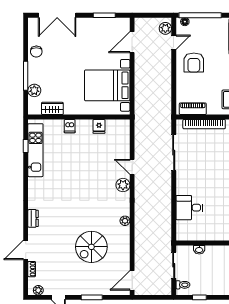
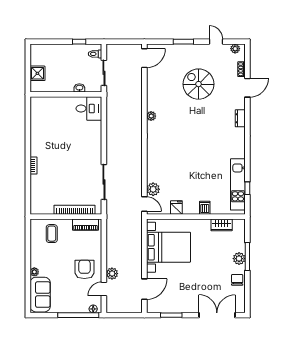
plant: (165, 28) -> (112, 274), moved
plant: (34, 90) -> (239, 259), moved
door: (132, 167) -> (144, 204), moved
plant: (123, 185) -> (153, 189), moved
desk: (189, 208) -> (89, 109), moved
spiral stairs: (91, 247) -> (199, 84), moved, turned -90

